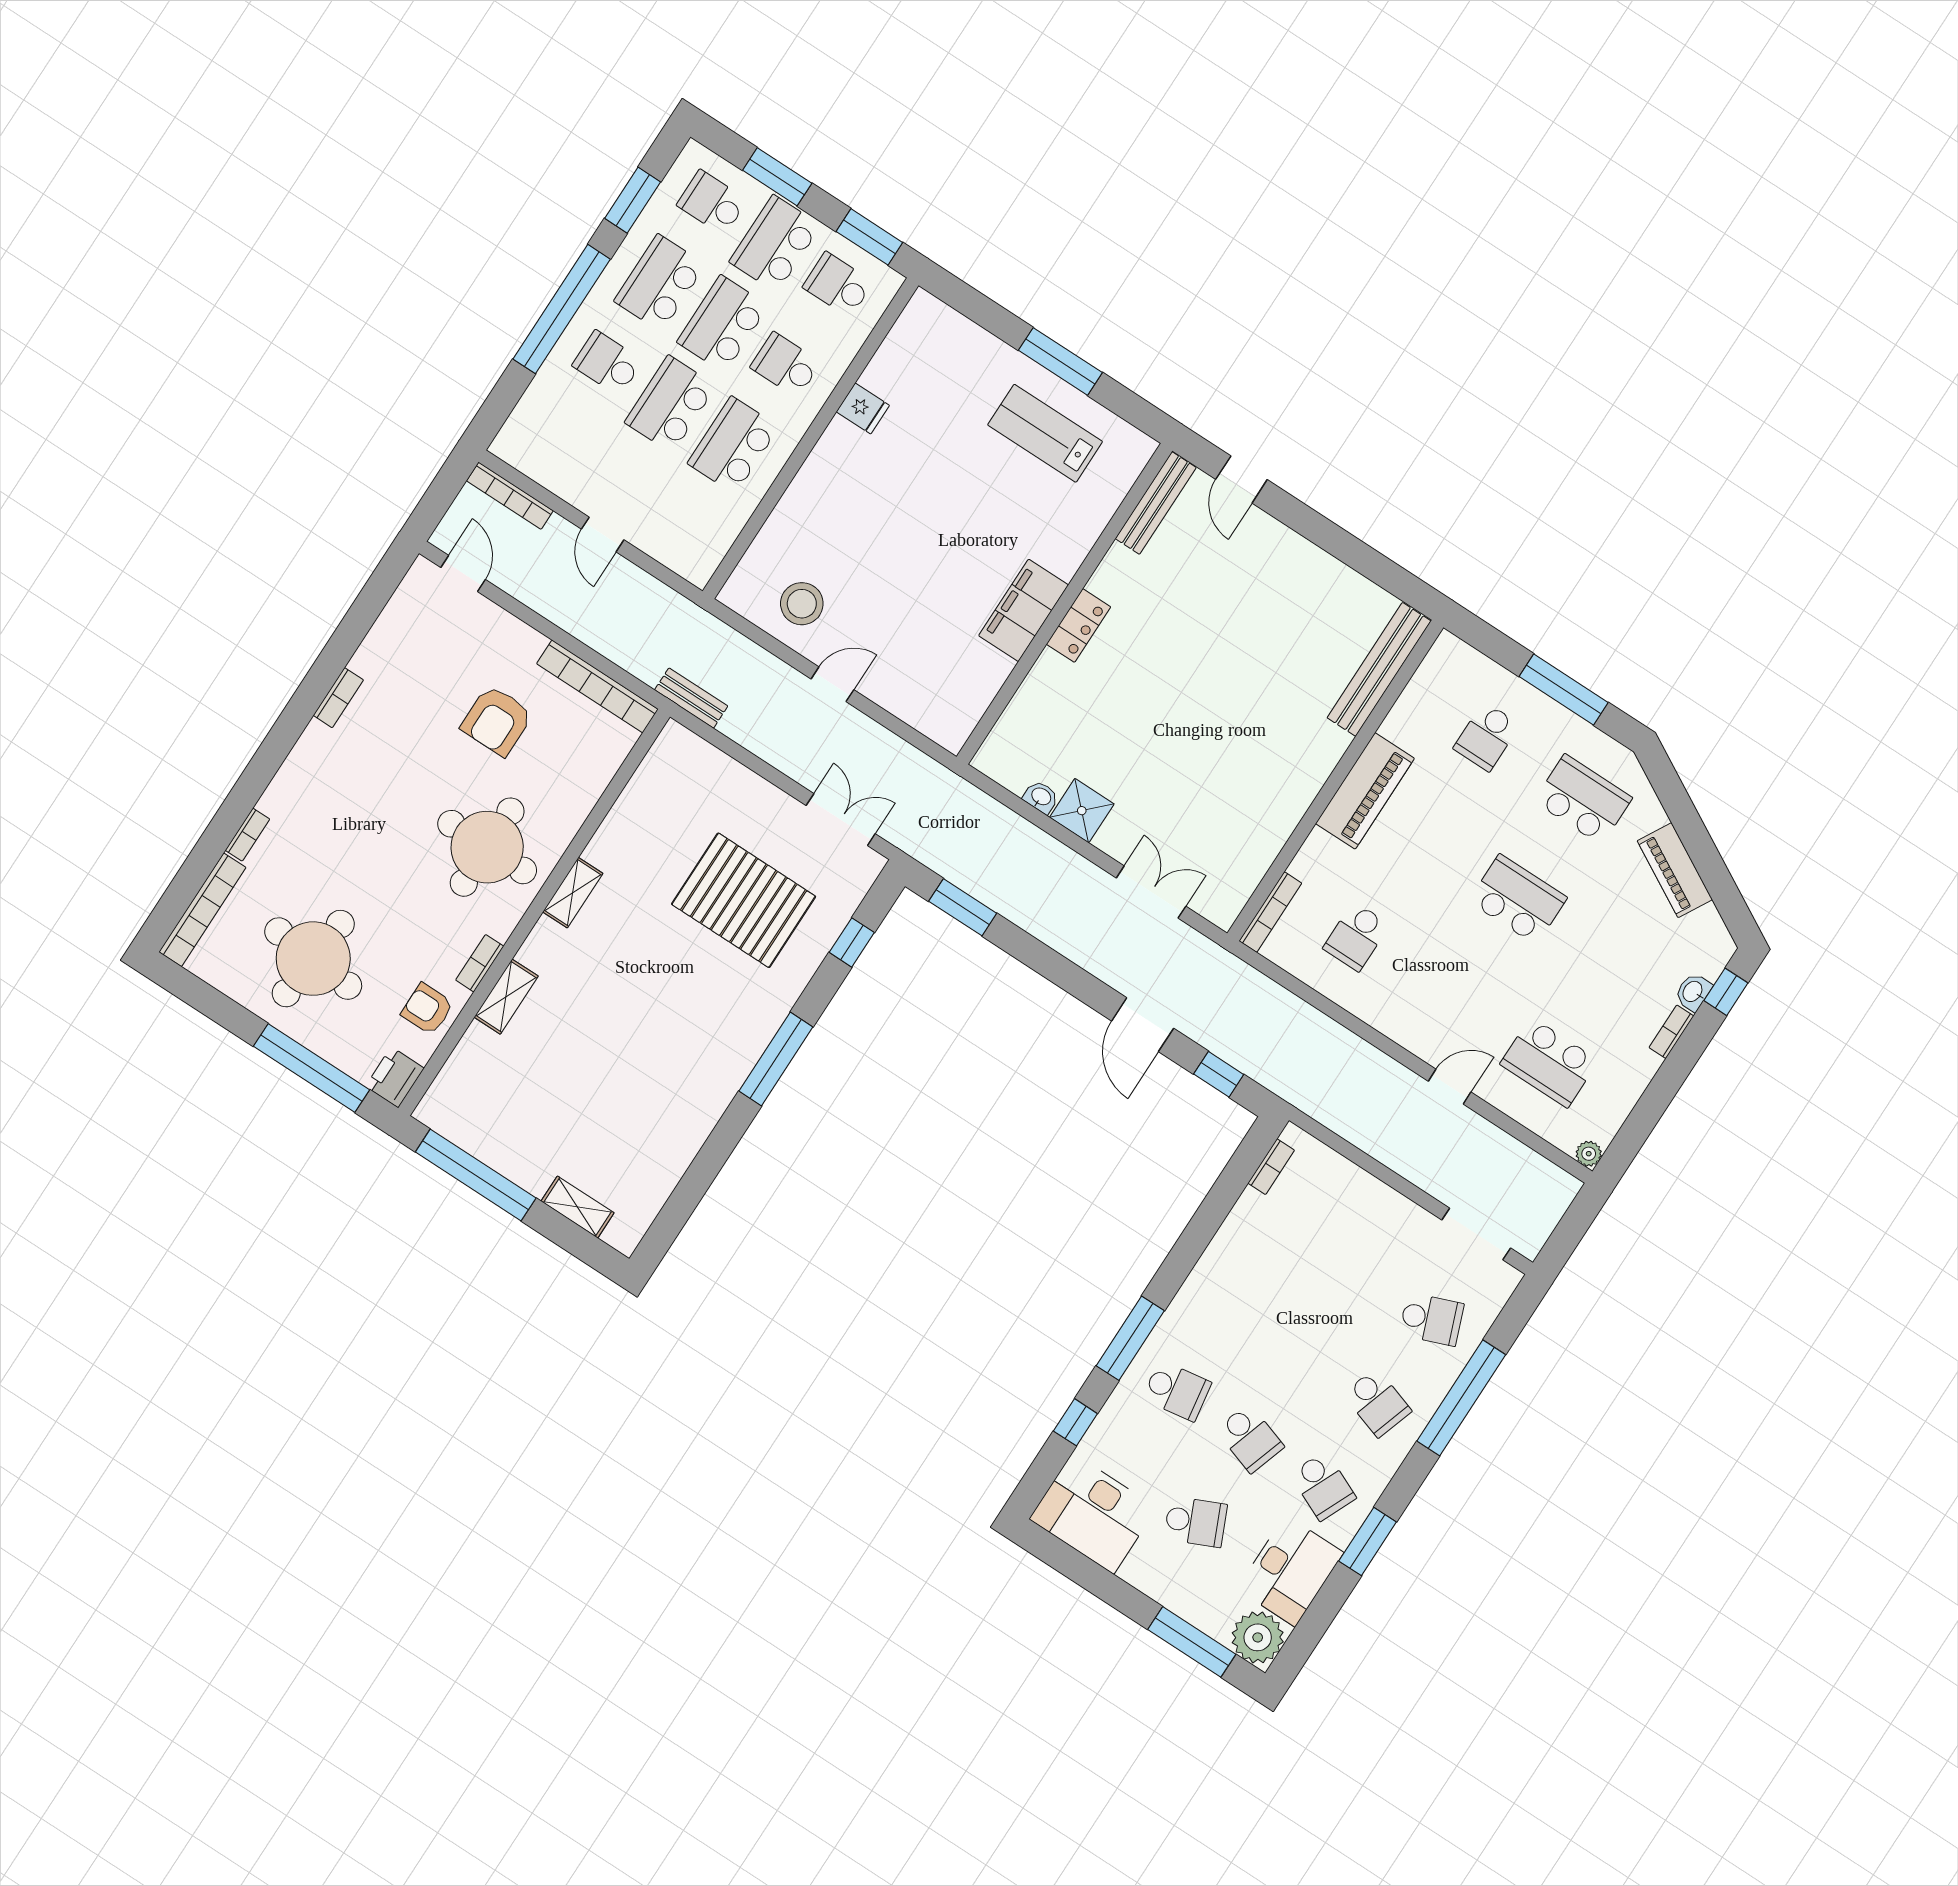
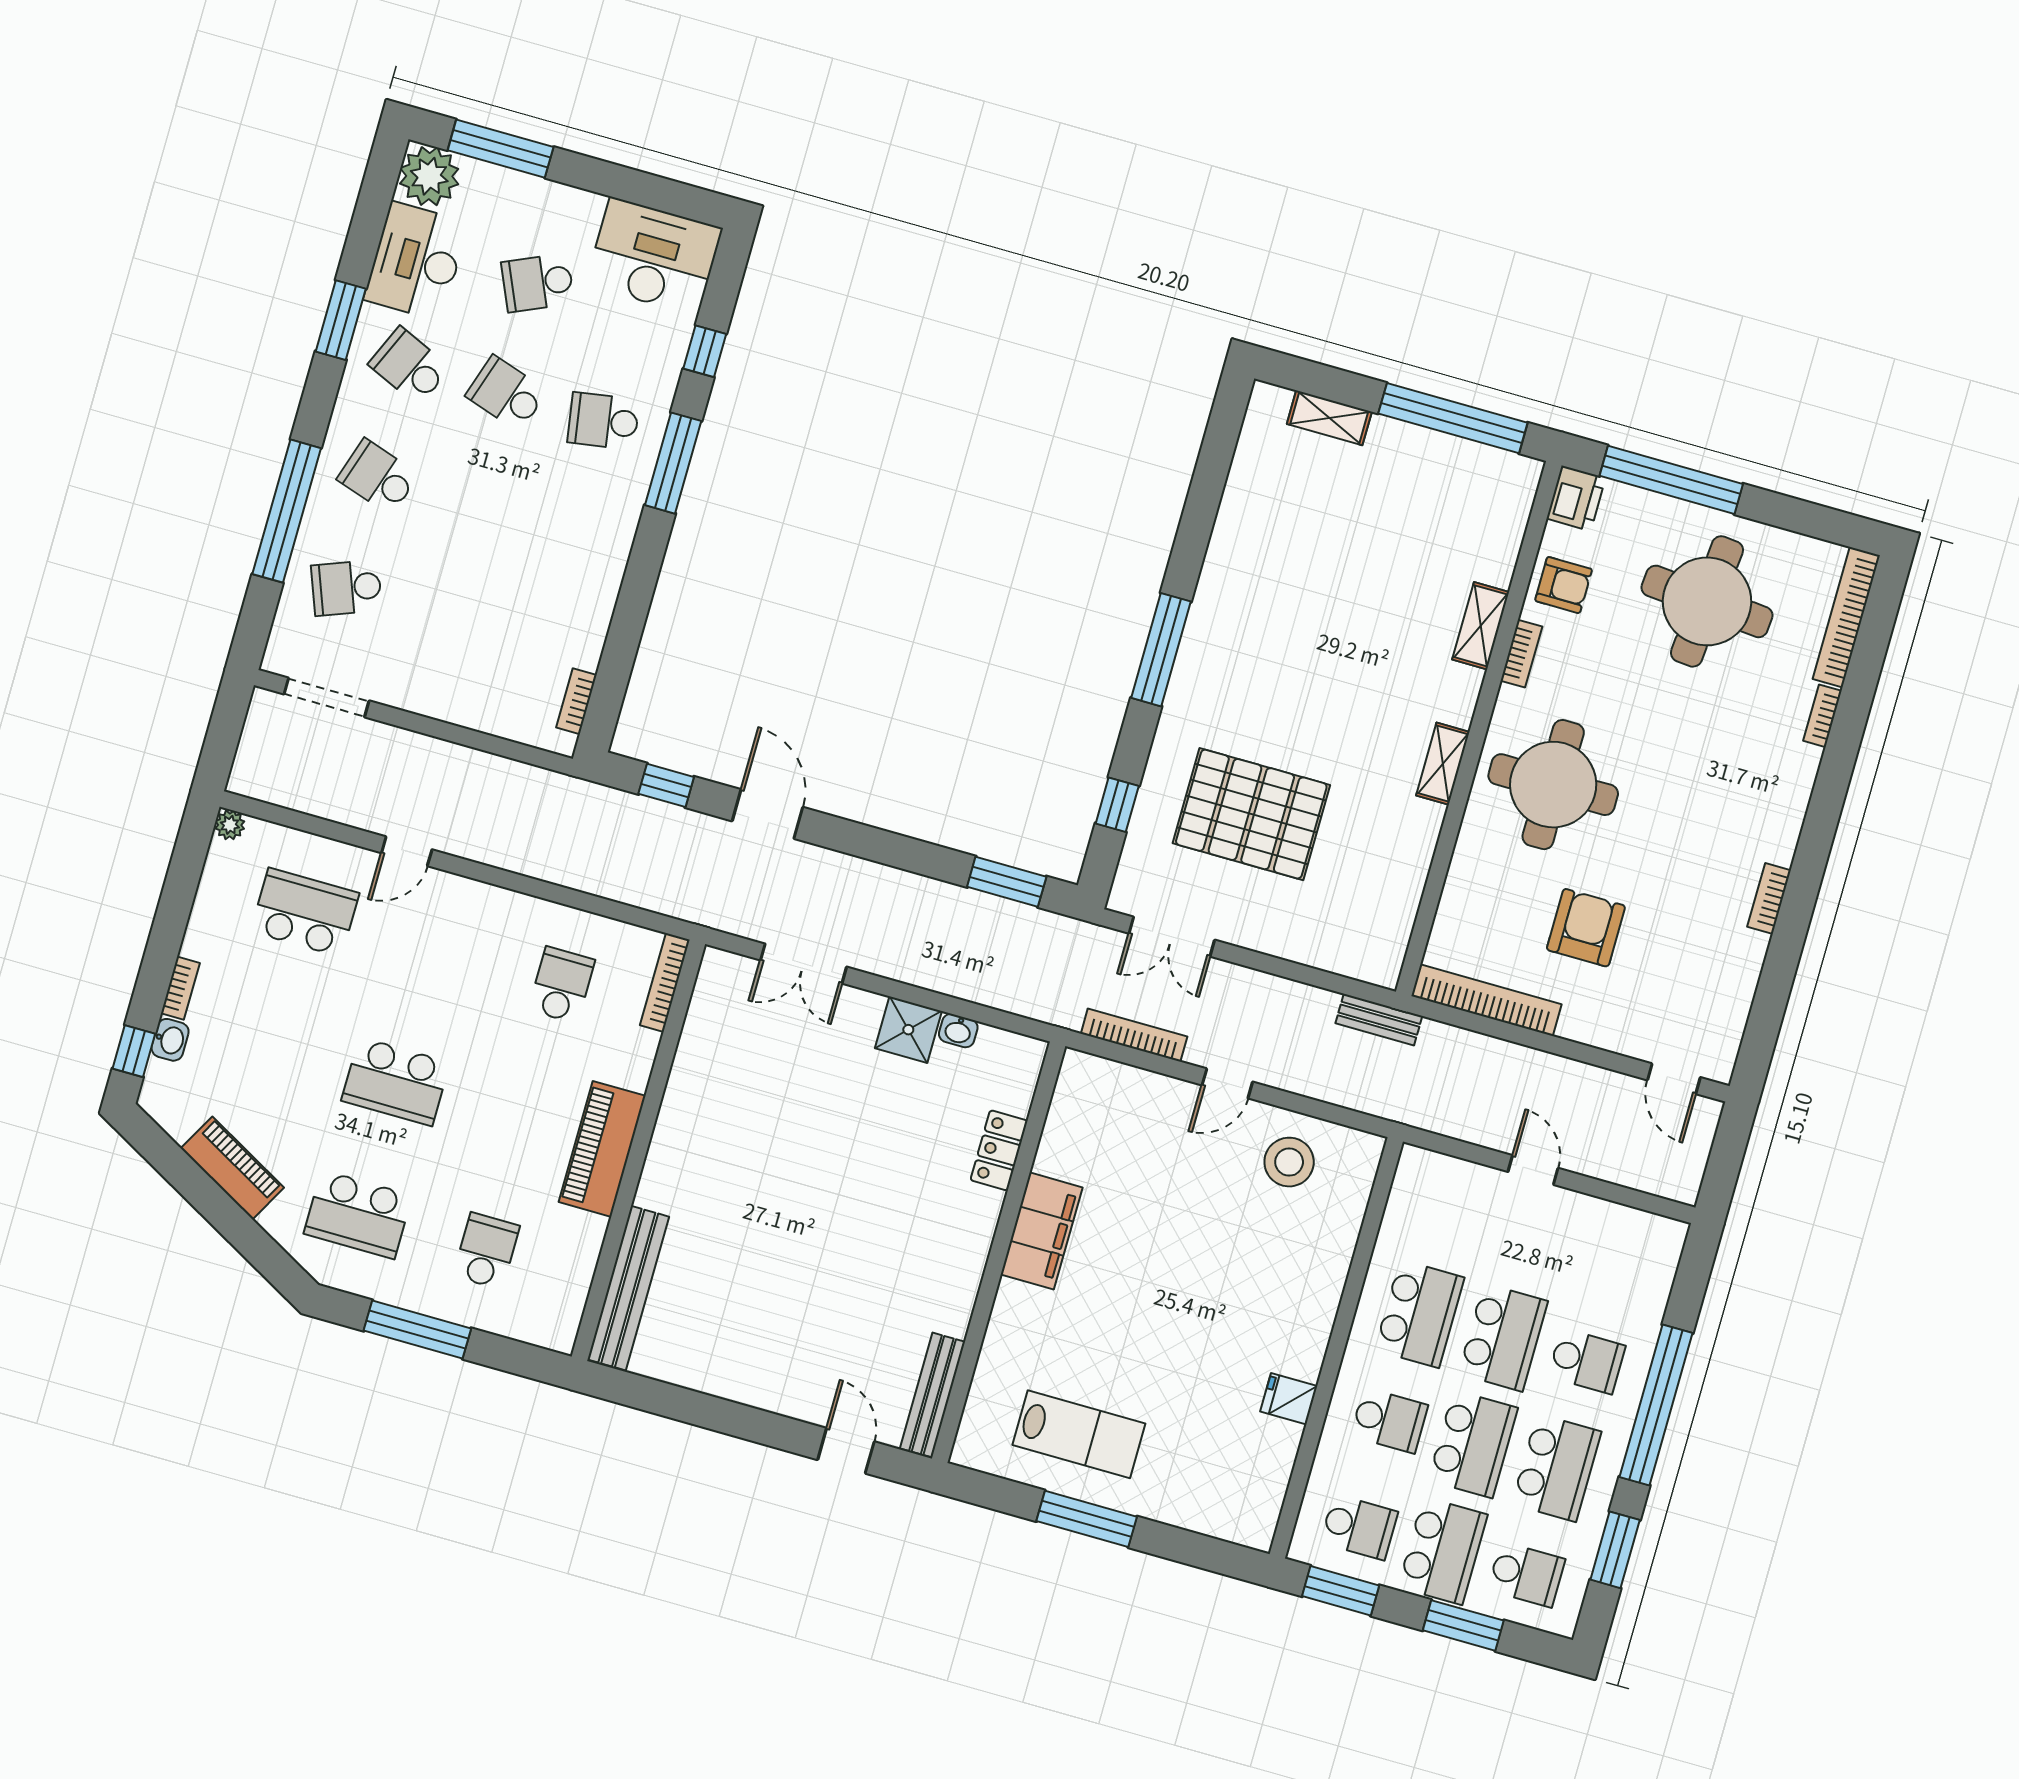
bookcase: (510, 496) -> (1134, 1035), moved
locker: (1079, 626) -> (999, 1150), moved

